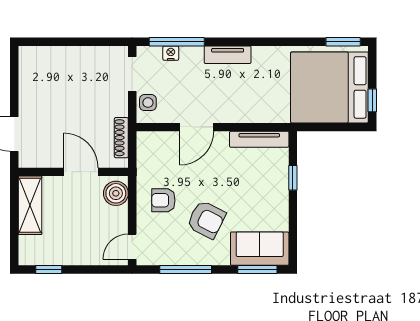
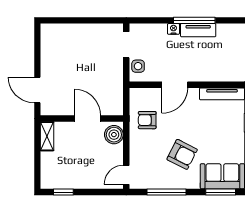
window: (177, 42) -> (194, 20), moved
nightstand: (171, 53) -> (173, 29), moved
shoe rack: (121, 138) -> (118, 93), removed
armchair: (163, 200) -> (147, 120), moved
shelving: (30, 205) -> (47, 136), width x0.67, depth x0.75

